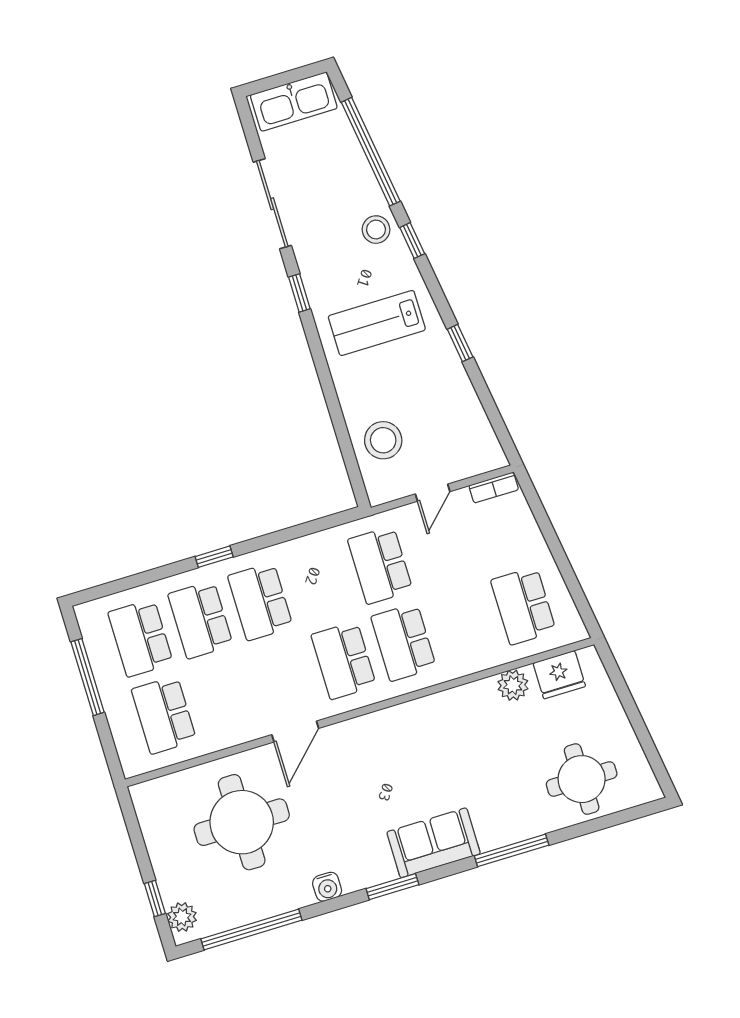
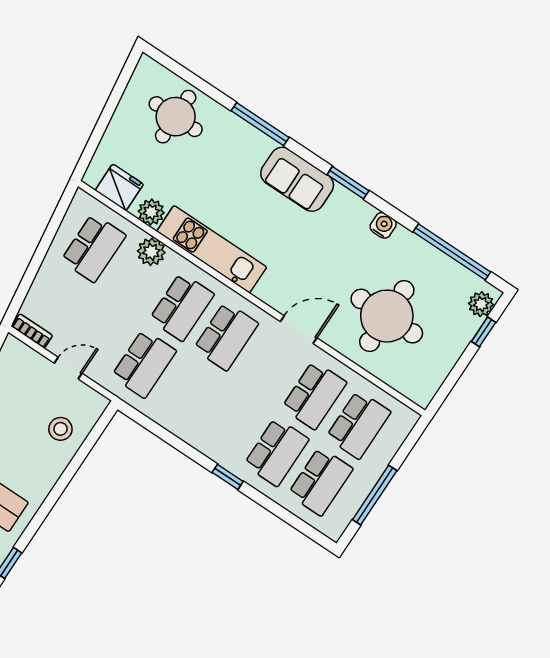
stool: (383, 440) -> (60, 429), width x0.73, depth x0.73
school desk: (260, 602) -> (314, 395), moved
plant: (477, 656) -> (151, 252), added
kitchen unit: (434, 713) -> (212, 249), added

